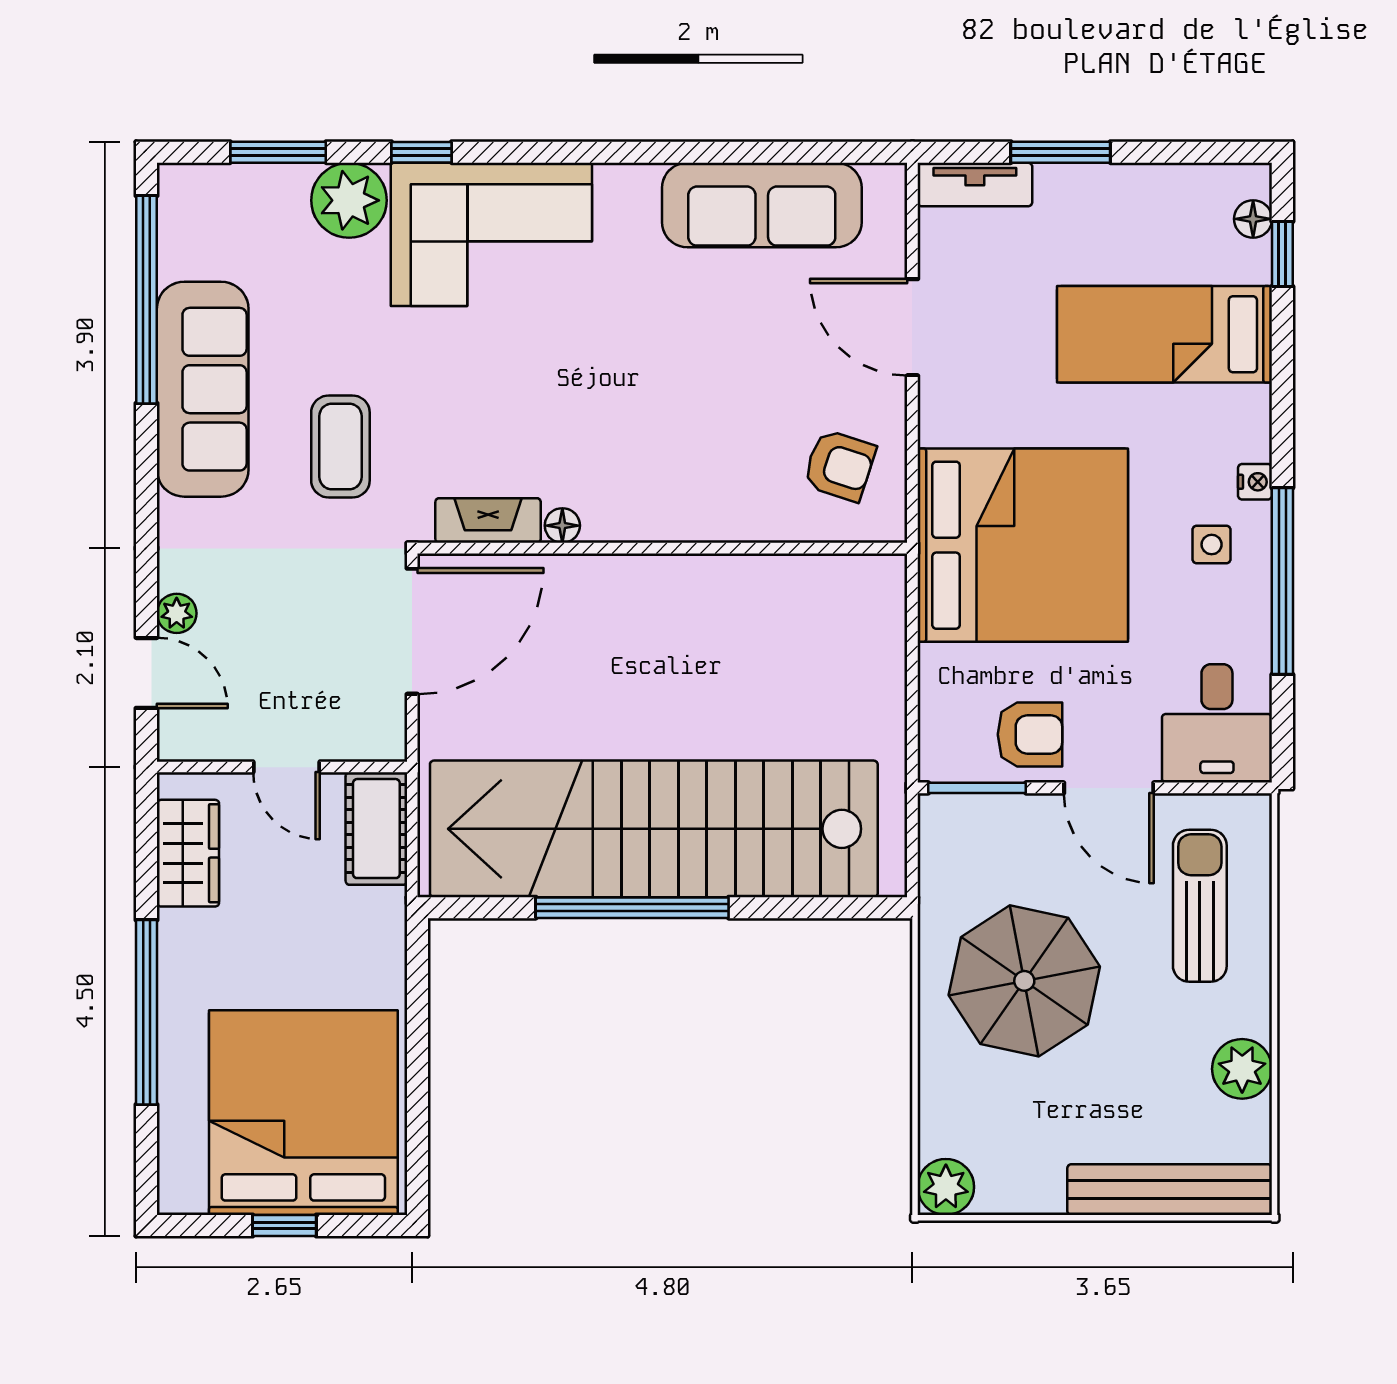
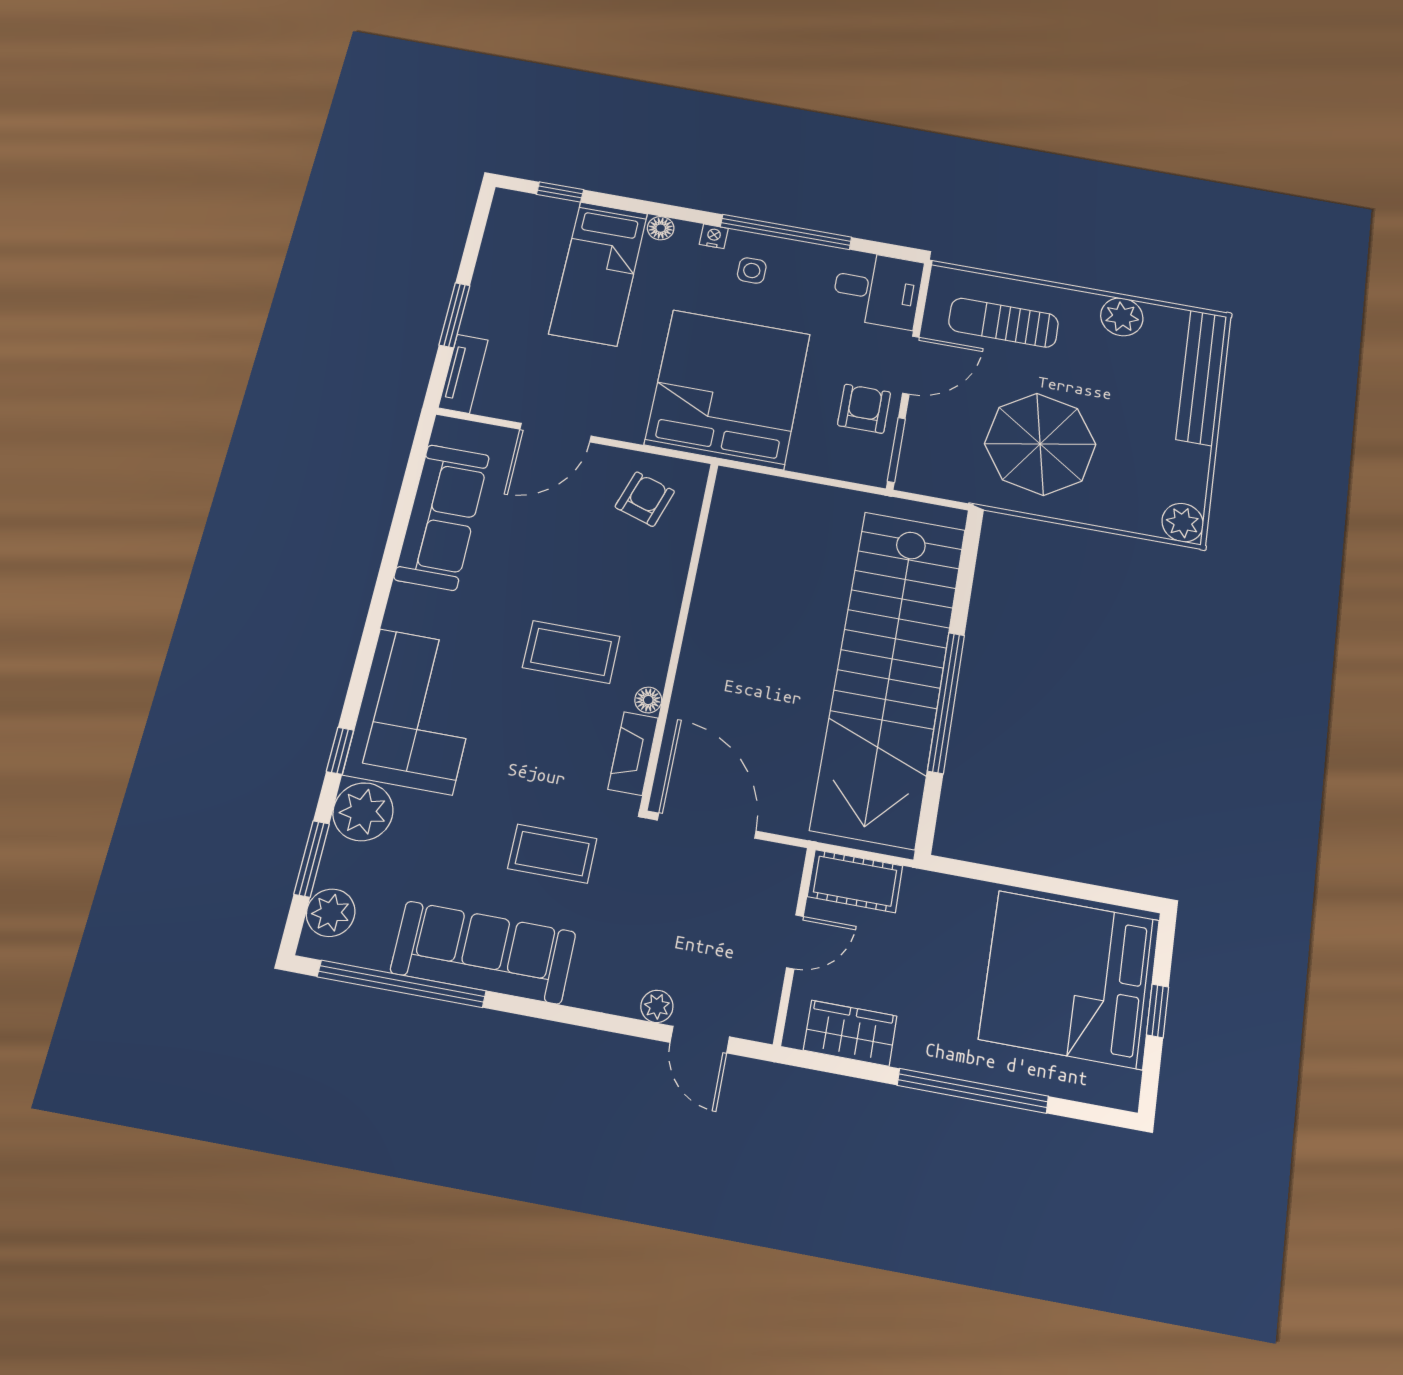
plant: (216, 192) -> (331, 913), added
floor lamp: (1253, 219) -> (661, 228), moved
coffee table: (608, 414) -> (571, 652), added
door: (147, 673) -> (700, 1040), swing flipped

